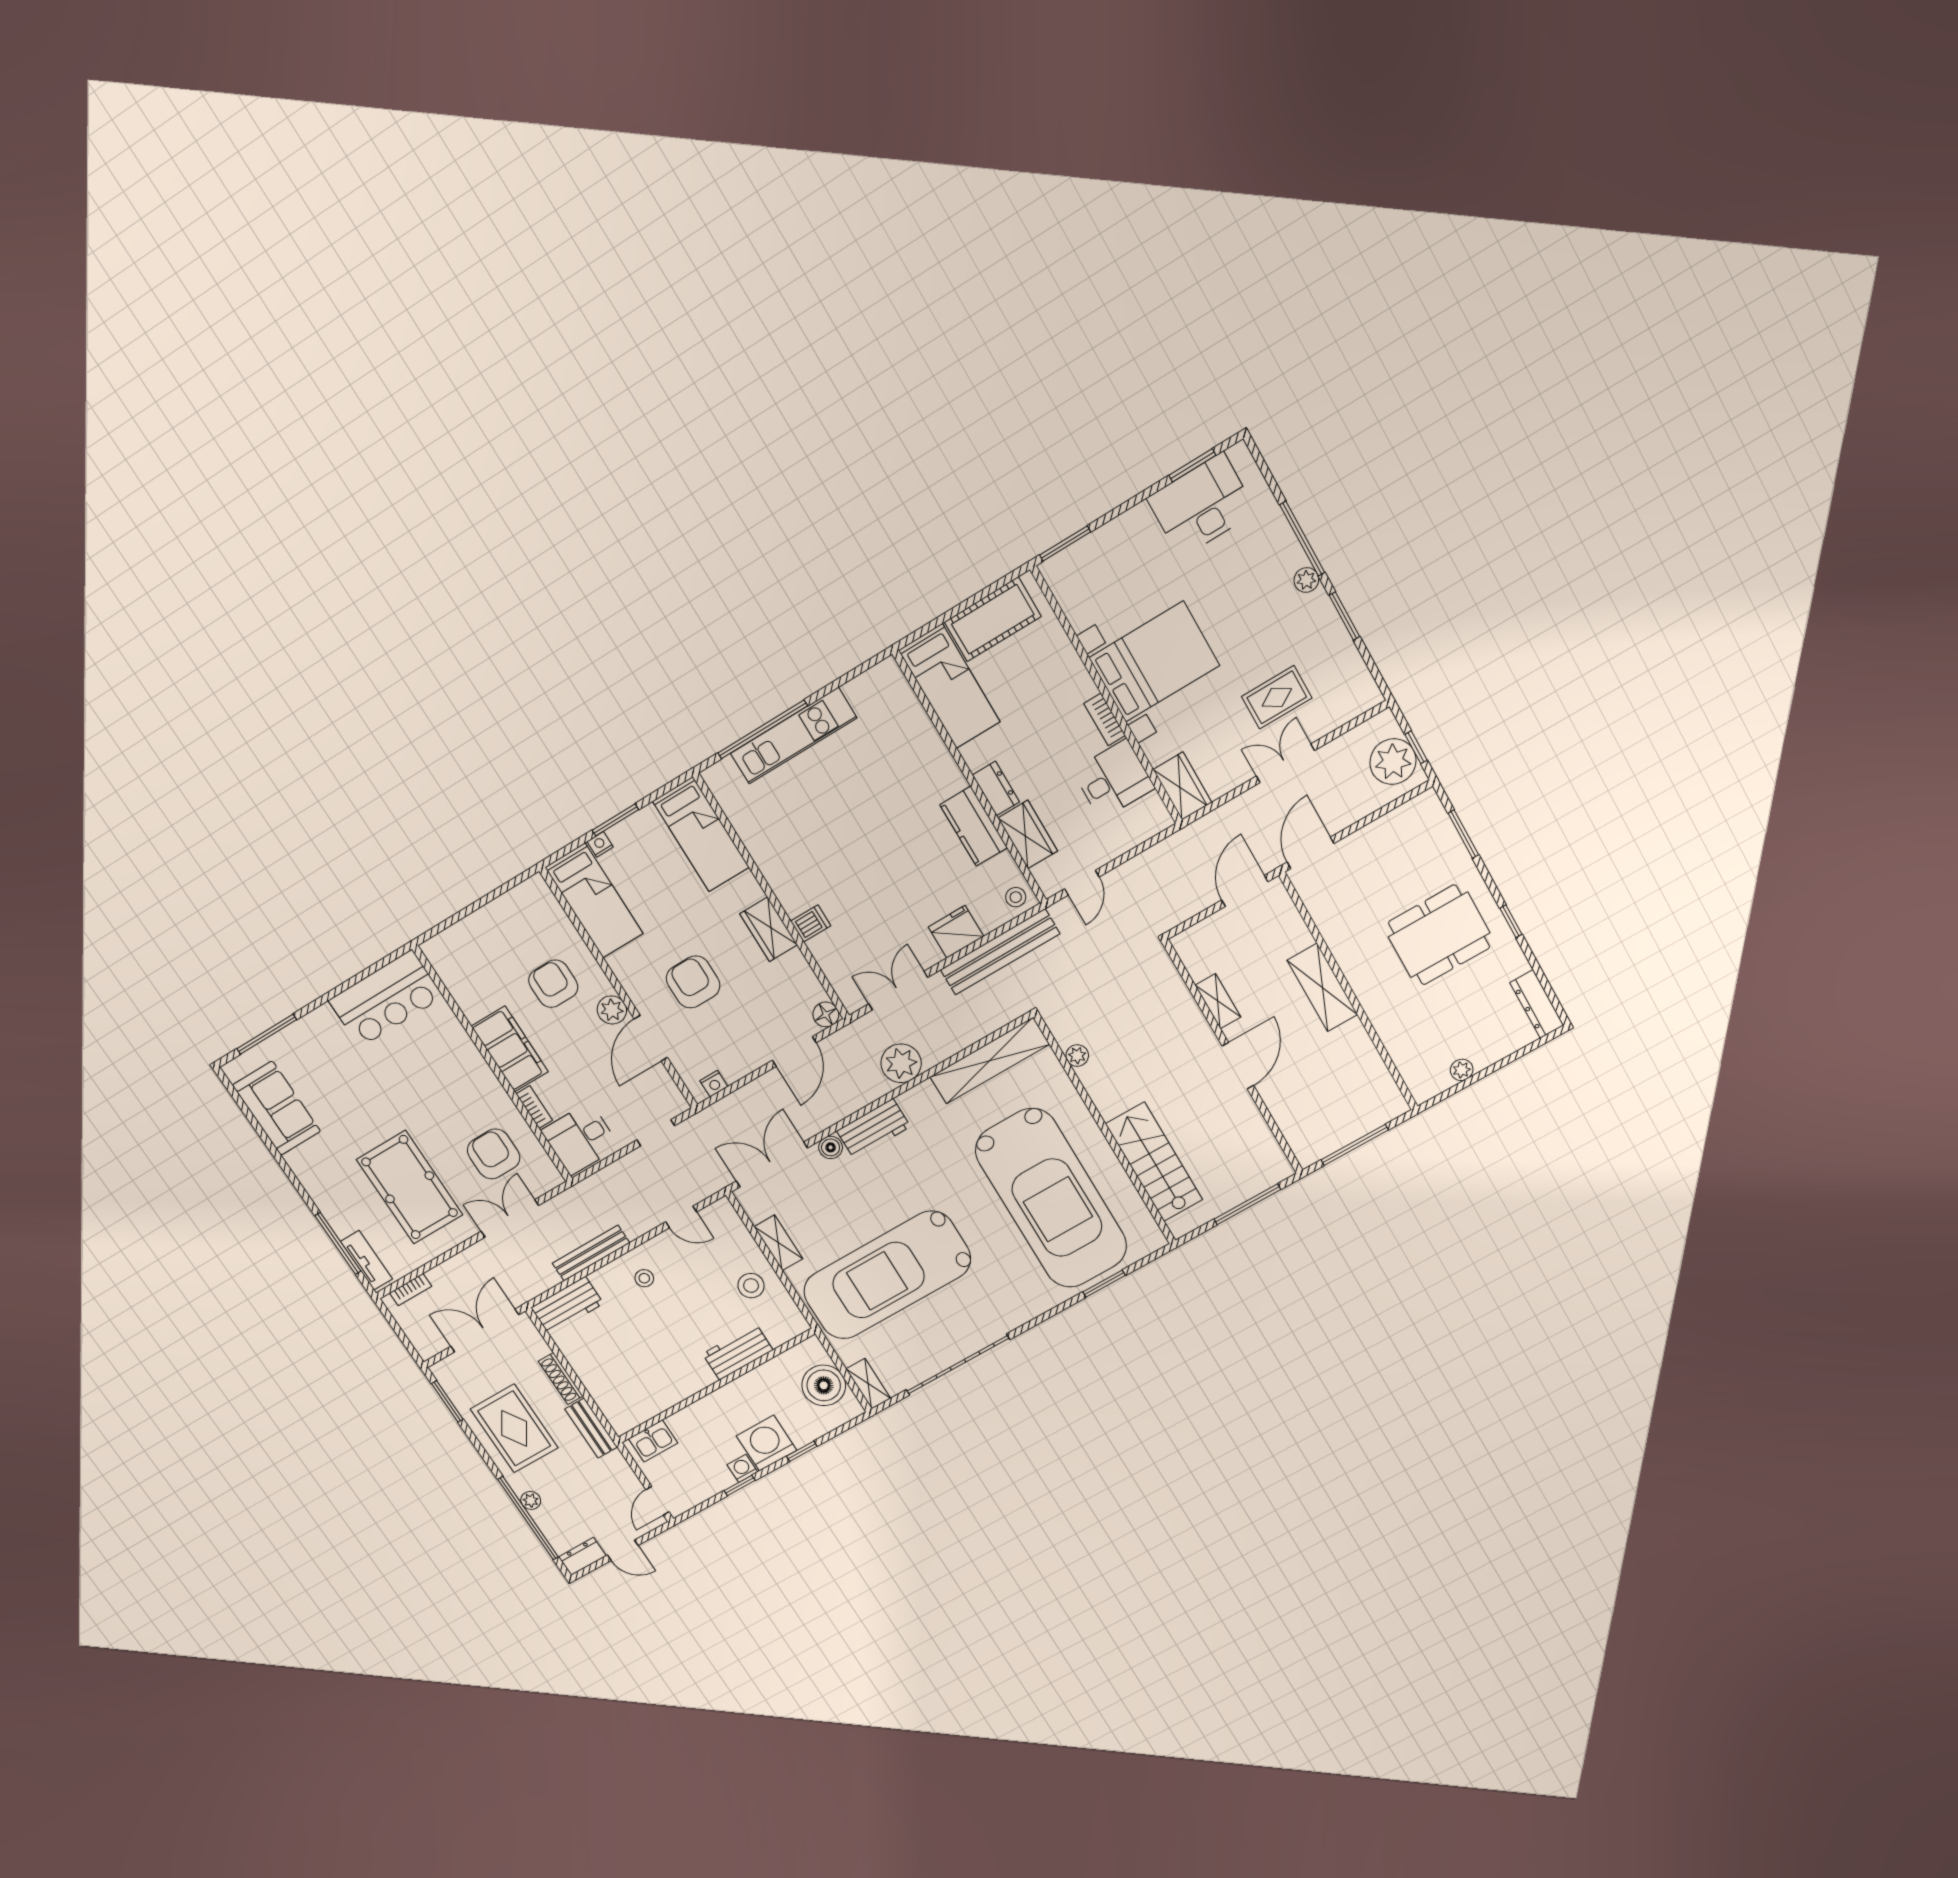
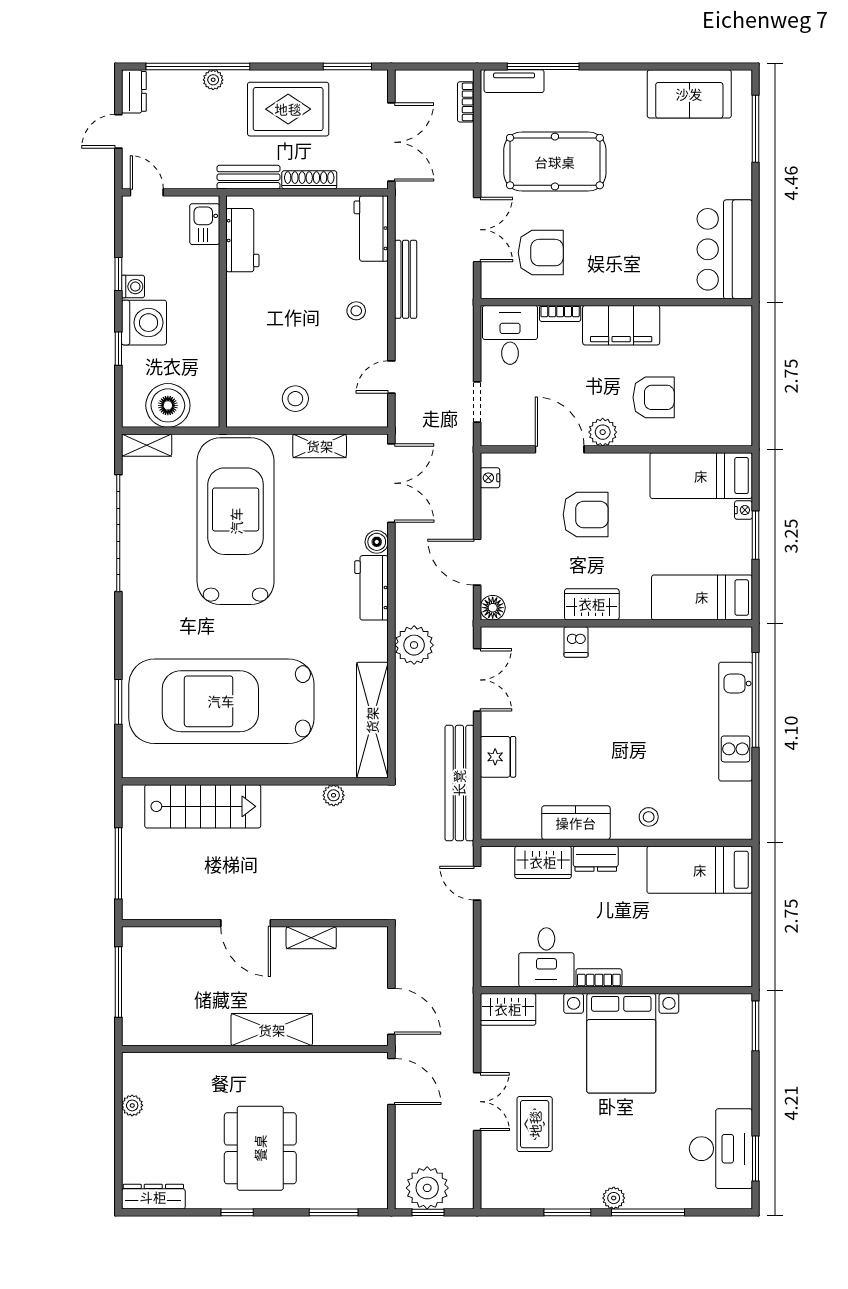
cot: (993, 619) -> (731, 935), removed
stool: (1016, 897) -> (649, 817), moved
workbench: (738, 1352) -> (242, 240), moved

